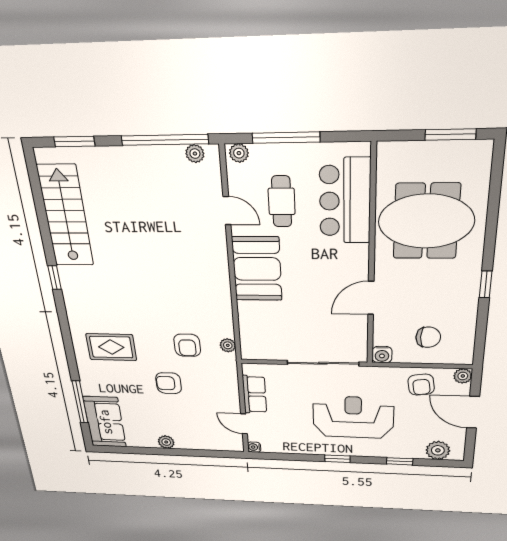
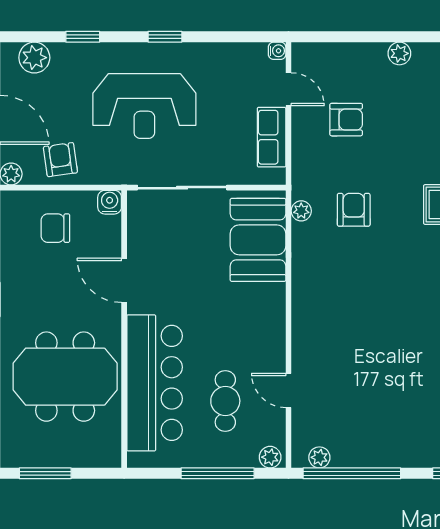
bar counter: (345, 201) -> (155, 383), width x1.36
booth: (257, 269) -> (258, 240), moved
door: (371, 298) -> (124, 280), swing flipped
armchair: (169, 383) -> (346, 120), moved

